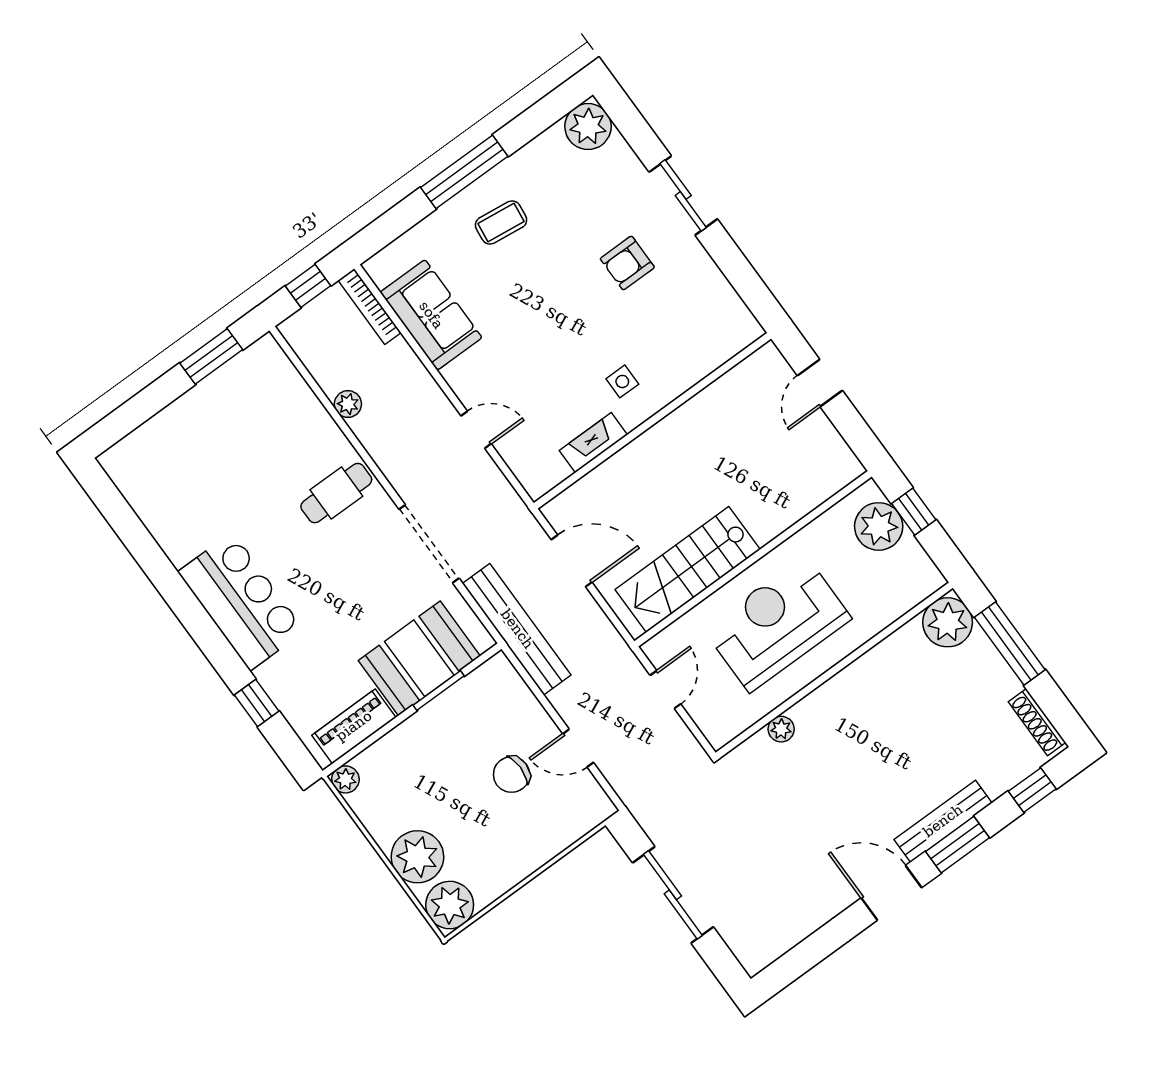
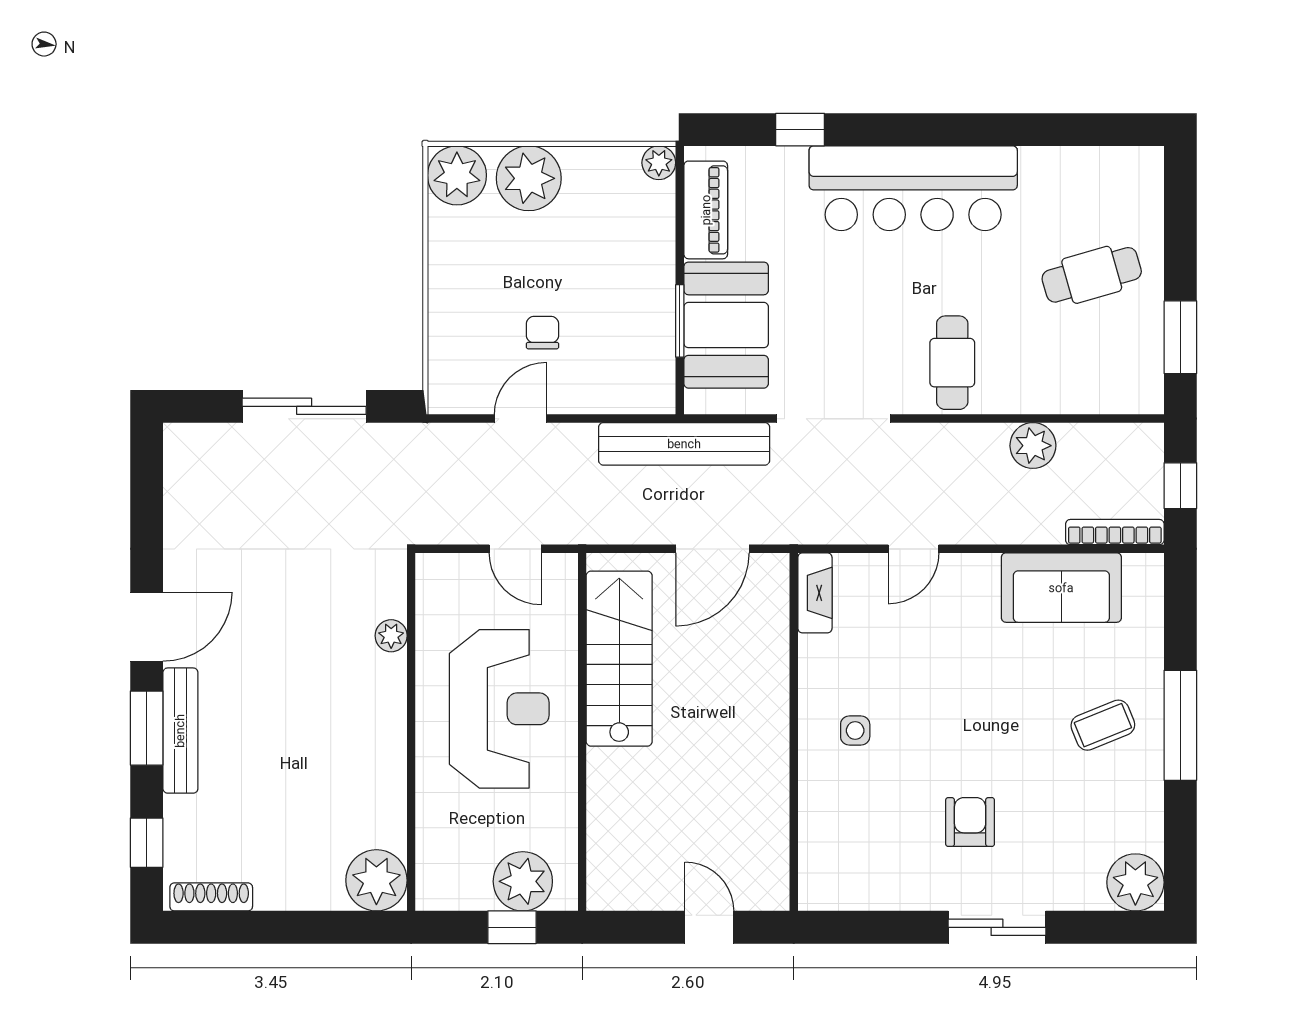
coffee table: (501, 222) -> (1103, 725), turned 61
plant: (348, 404) -> (1033, 446), width x1.38, depth x1.38
fireplace: (593, 443) -> (815, 593), moved
cafe table: (213, 444) -> (1092, 275), added
bar counter: (241, 601) -> (913, 188), width x1.36
window: (1010, 643) -> (310, 927), removed
chair: (511, 775) -> (542, 333), width x0.73, depth x0.73

